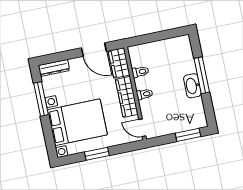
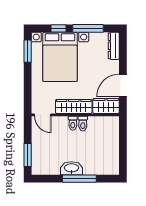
toilet: (140, 72) -> (83, 124), moved
door: (142, 128) -> (43, 115), swing flipped
window: (48, 130) -> (59, 28), added
window: (97, 154) -> (28, 51), moved

